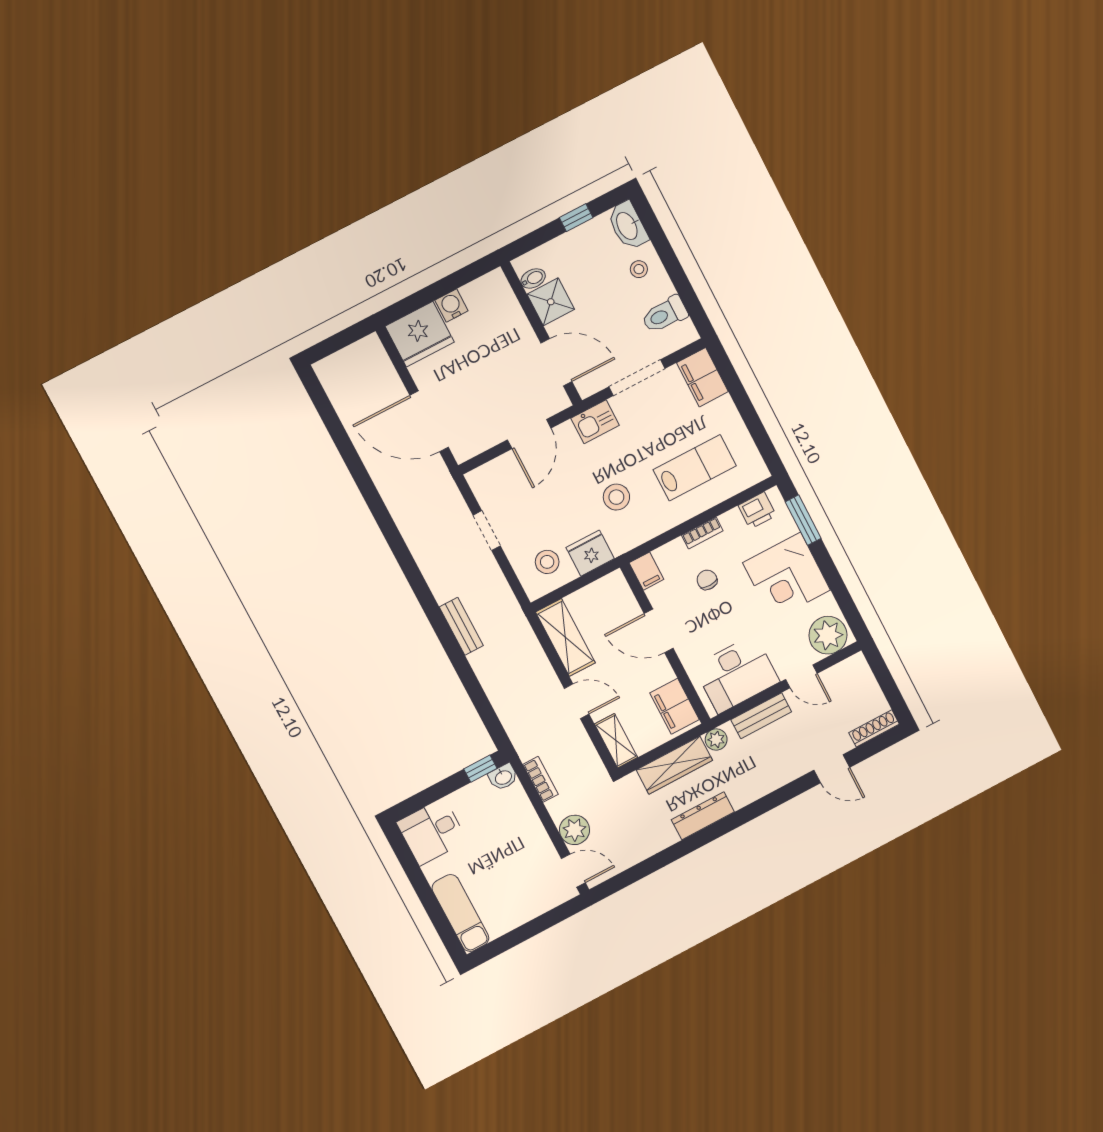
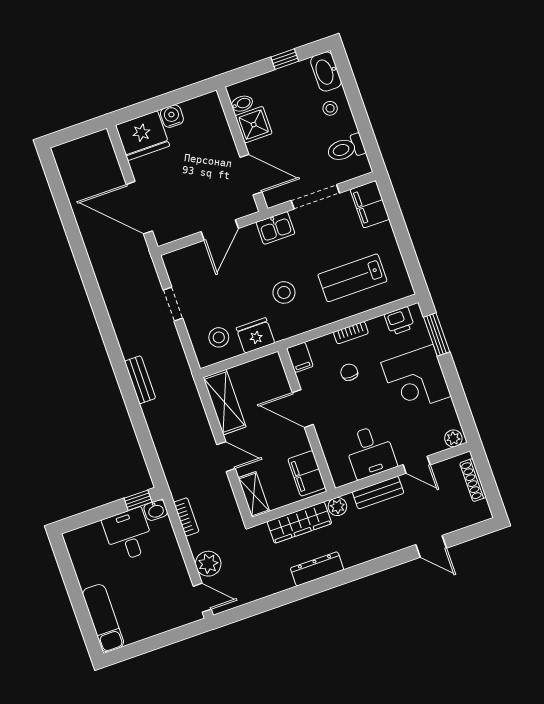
lab bench: (695, 468) -> (352, 278), turned 180
plant: (828, 635) -> (453, 438), width x0.53, depth x0.53
desk: (737, 674) -> (370, 452), width x0.73
shoe rack: (874, 728) -> (473, 480), moved, turned -90
desk: (432, 832) -> (128, 535), moved, turned 90

